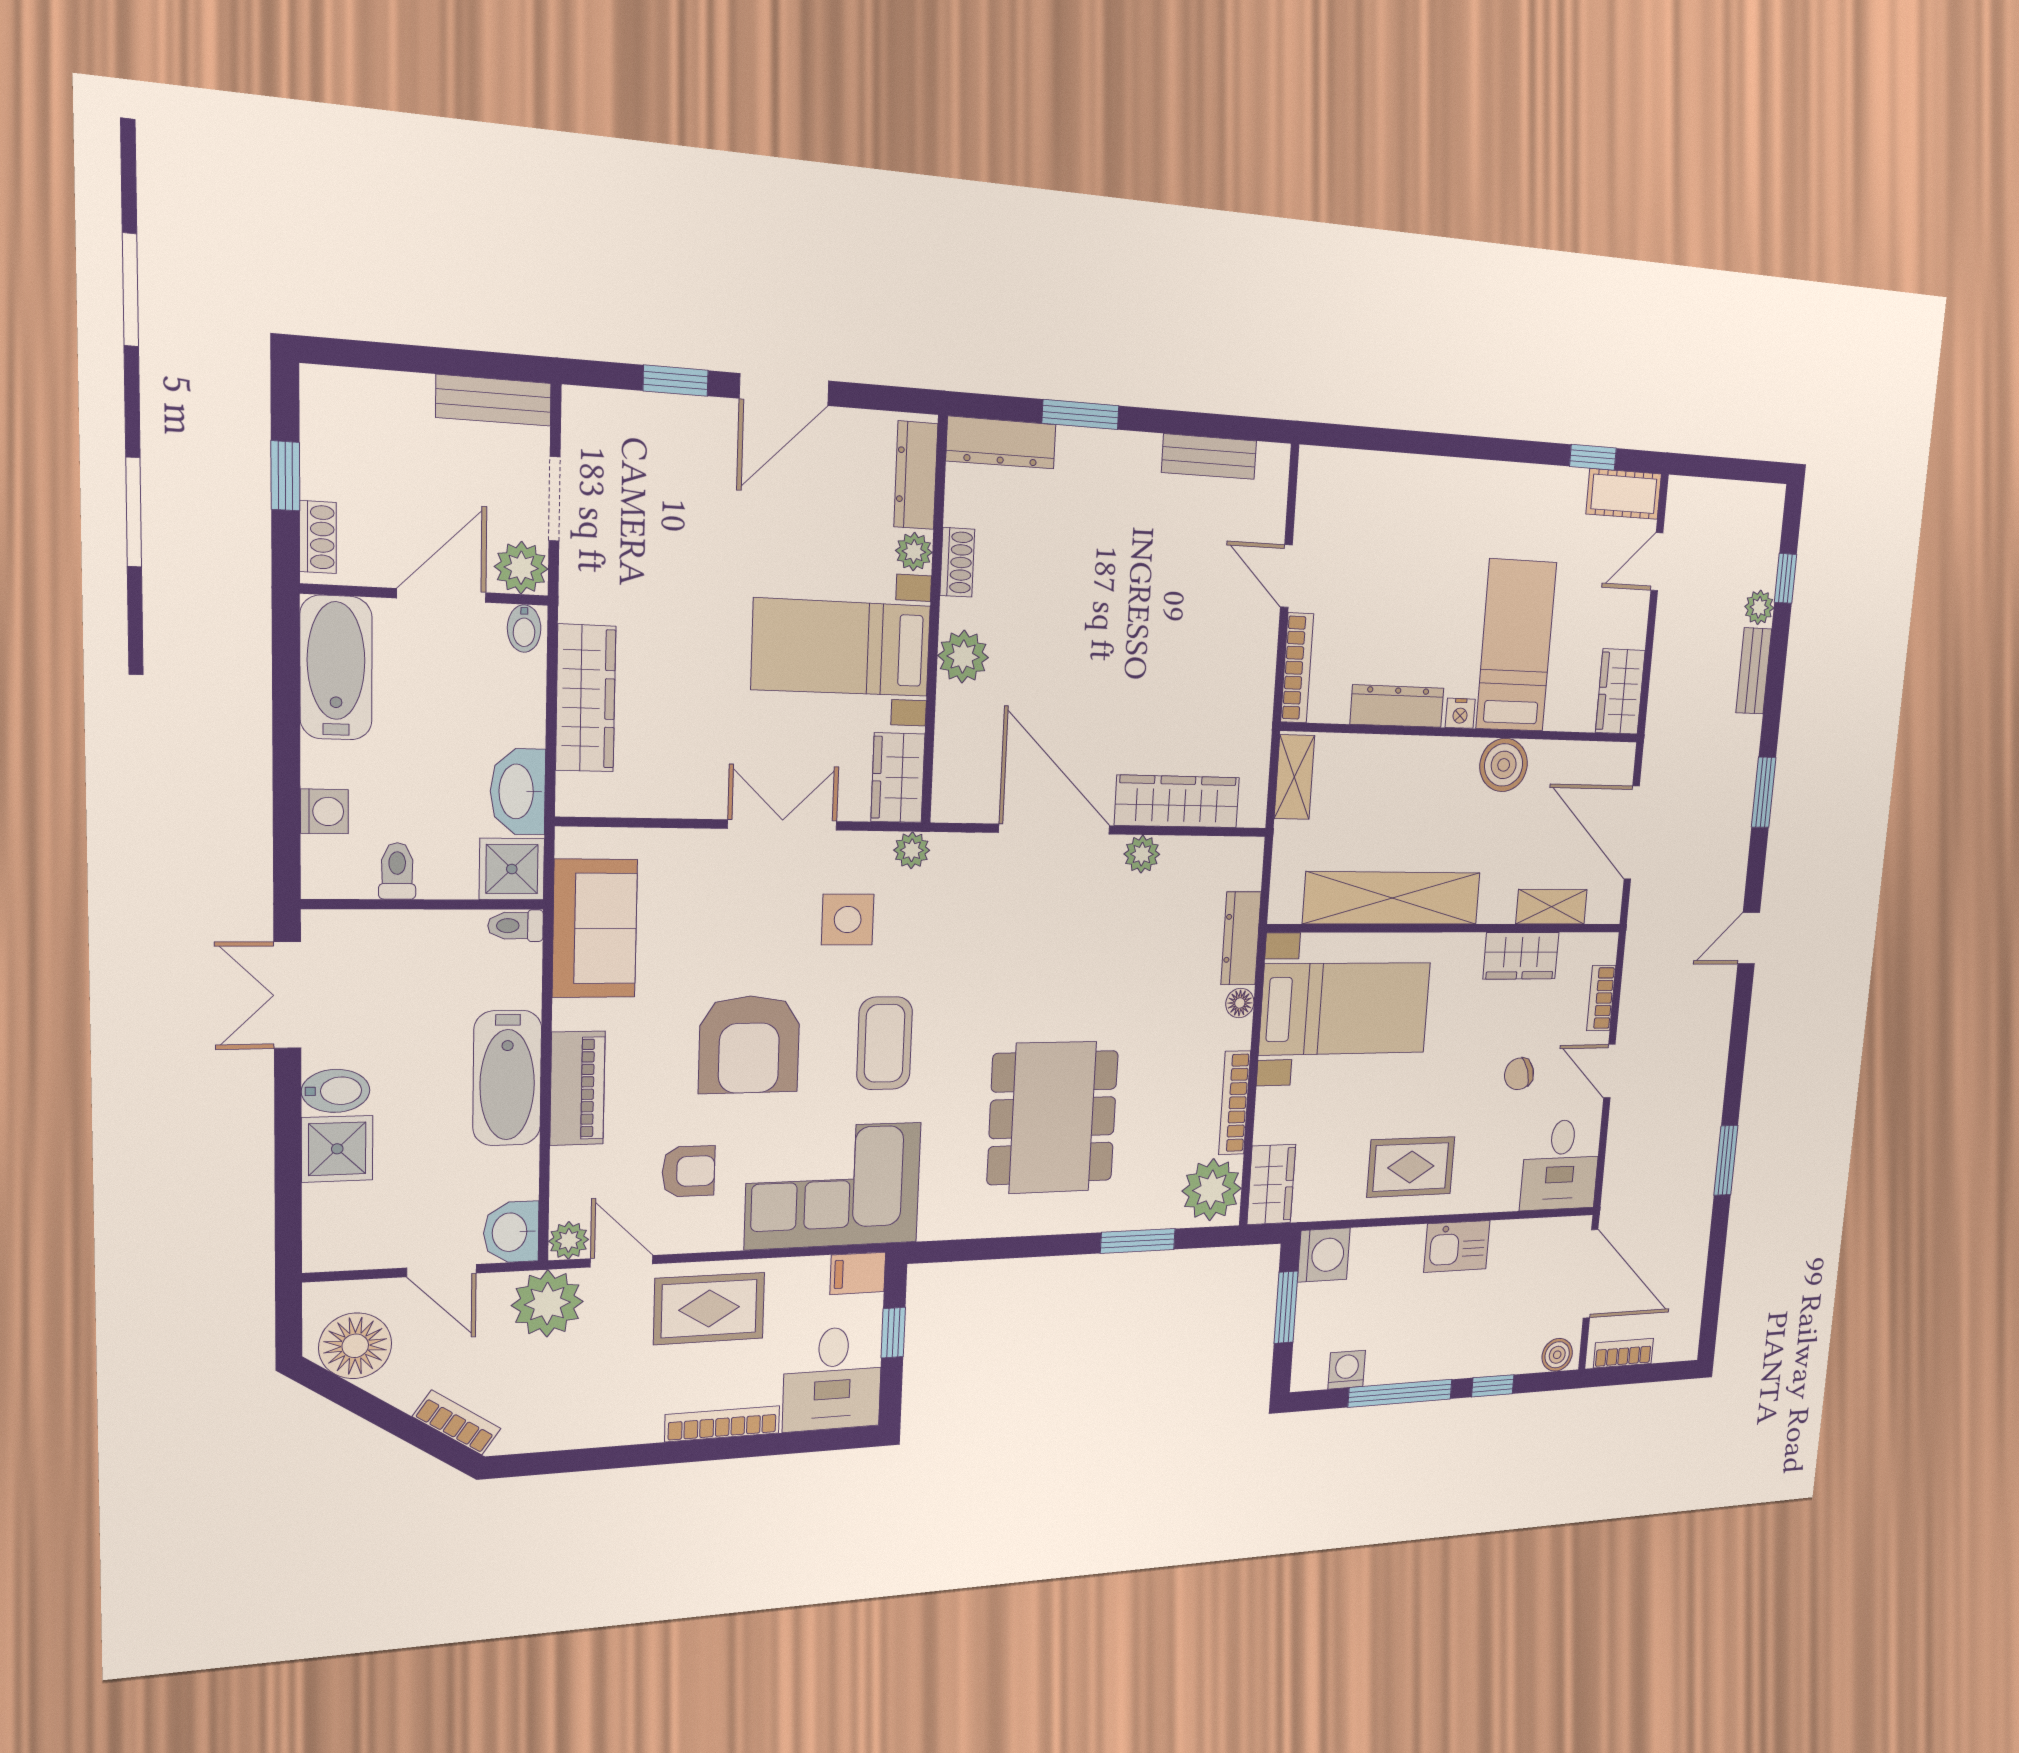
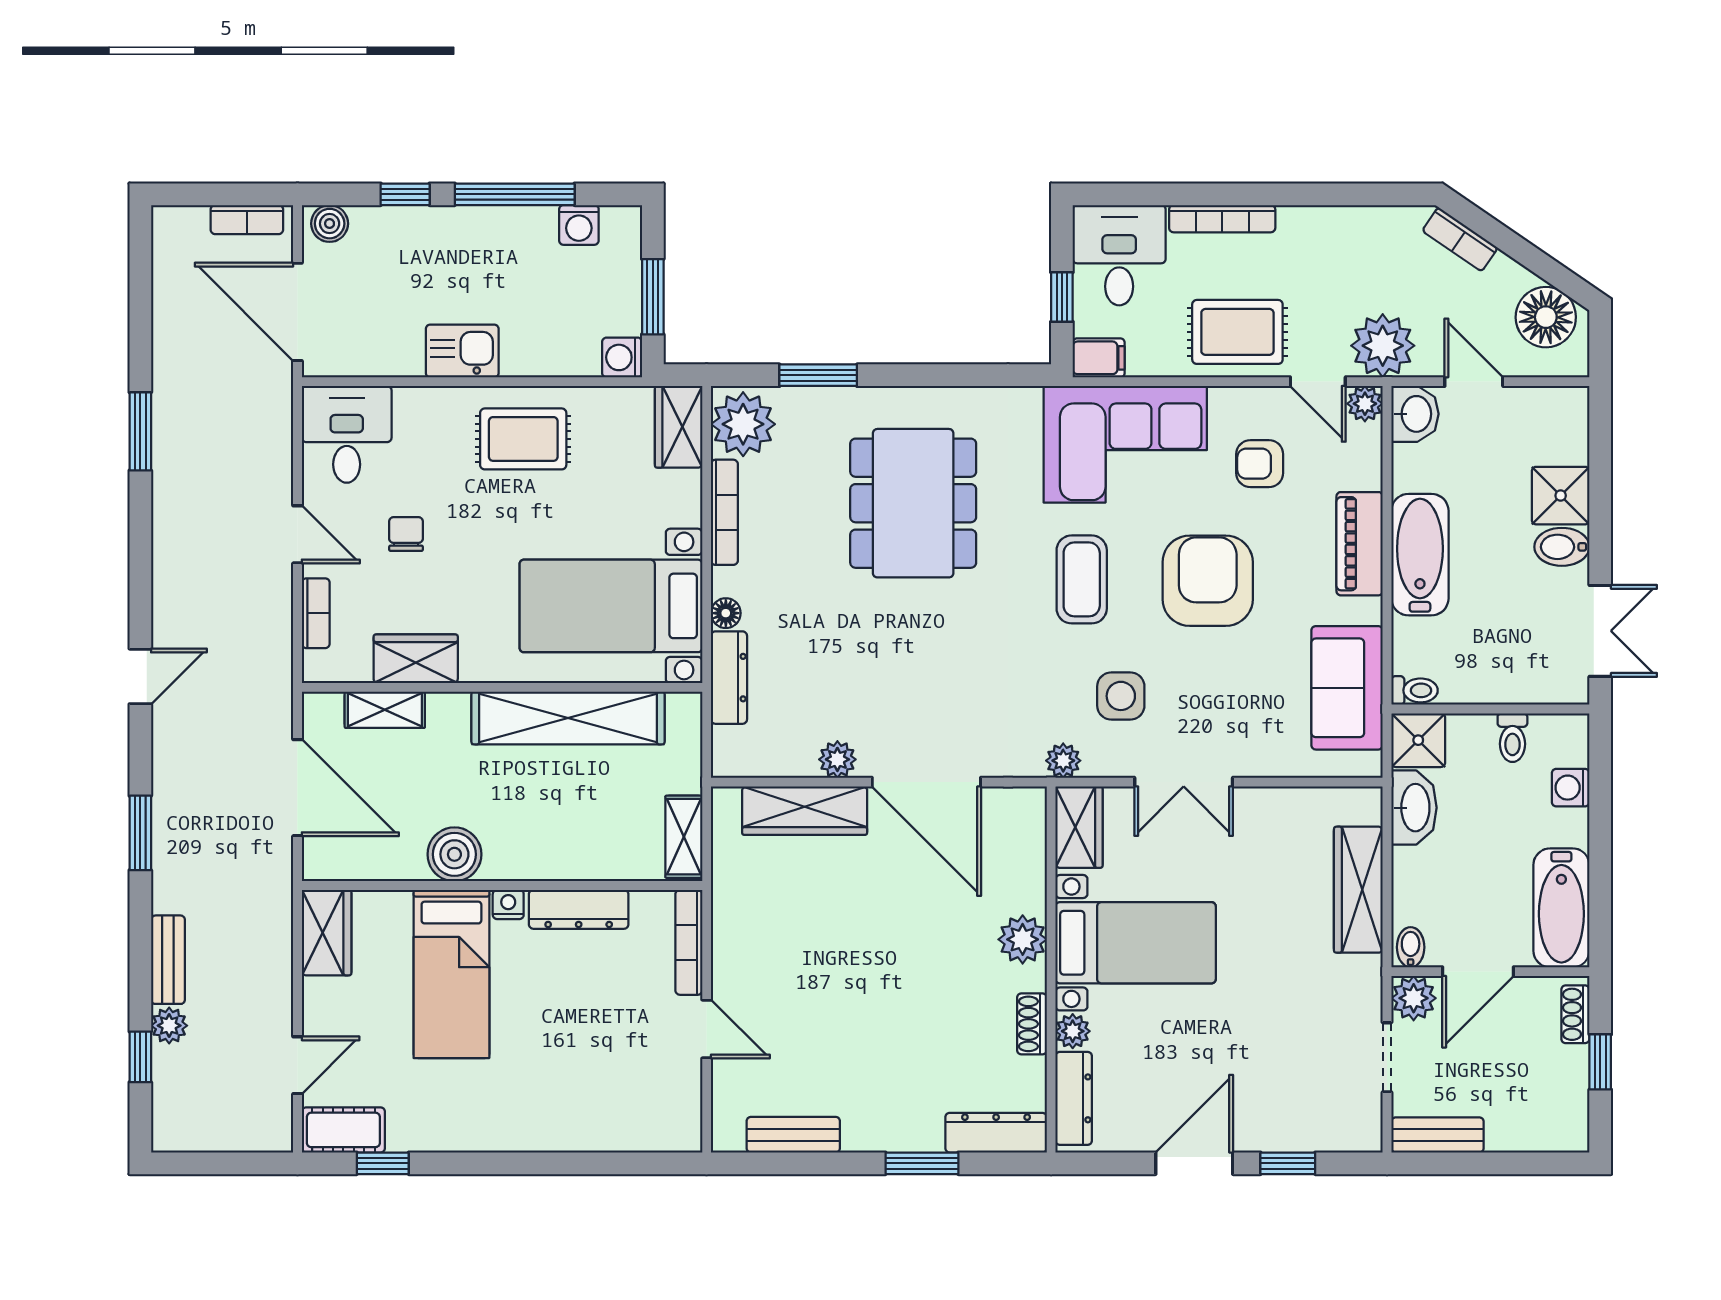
chair: (1519, 1074) -> (406, 534), turned -72
washing machine: (1324, 1255) -> (622, 357), width x0.73, depth x0.73

